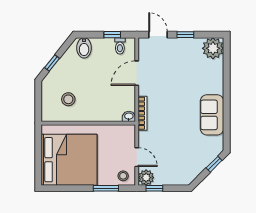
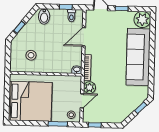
sofa: (212, 115) -> (138, 57), width x1.85, depth x1.27
door: (137, 157) -> (82, 101), hinge flipped
plant: (146, 178) -> (89, 88), moved

